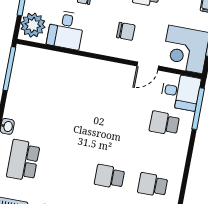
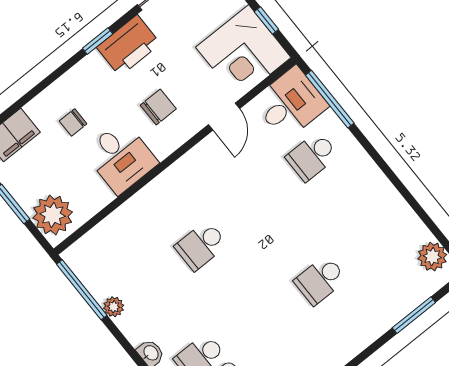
desk: (66, 30) -> (121, 157), moved
plant: (14, 90) -> (114, 307), added
school desk: (153, 185) -> (201, 245), moved

